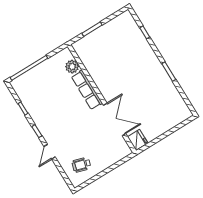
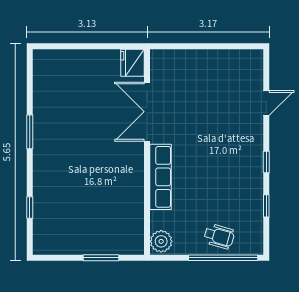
plant: (72, 67) -> (161, 241), moved
door: (50, 152) -> (266, 103), moved
wheelchair: (81, 165) -> (219, 236), moved

